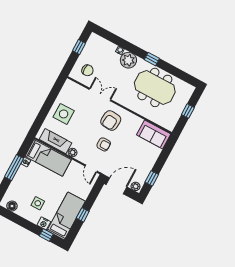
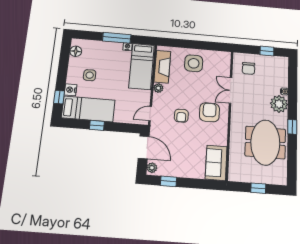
double door: (100, 95) -> (230, 90), swing flipped
armchair: (111, 121) -> (209, 112), turned 85

